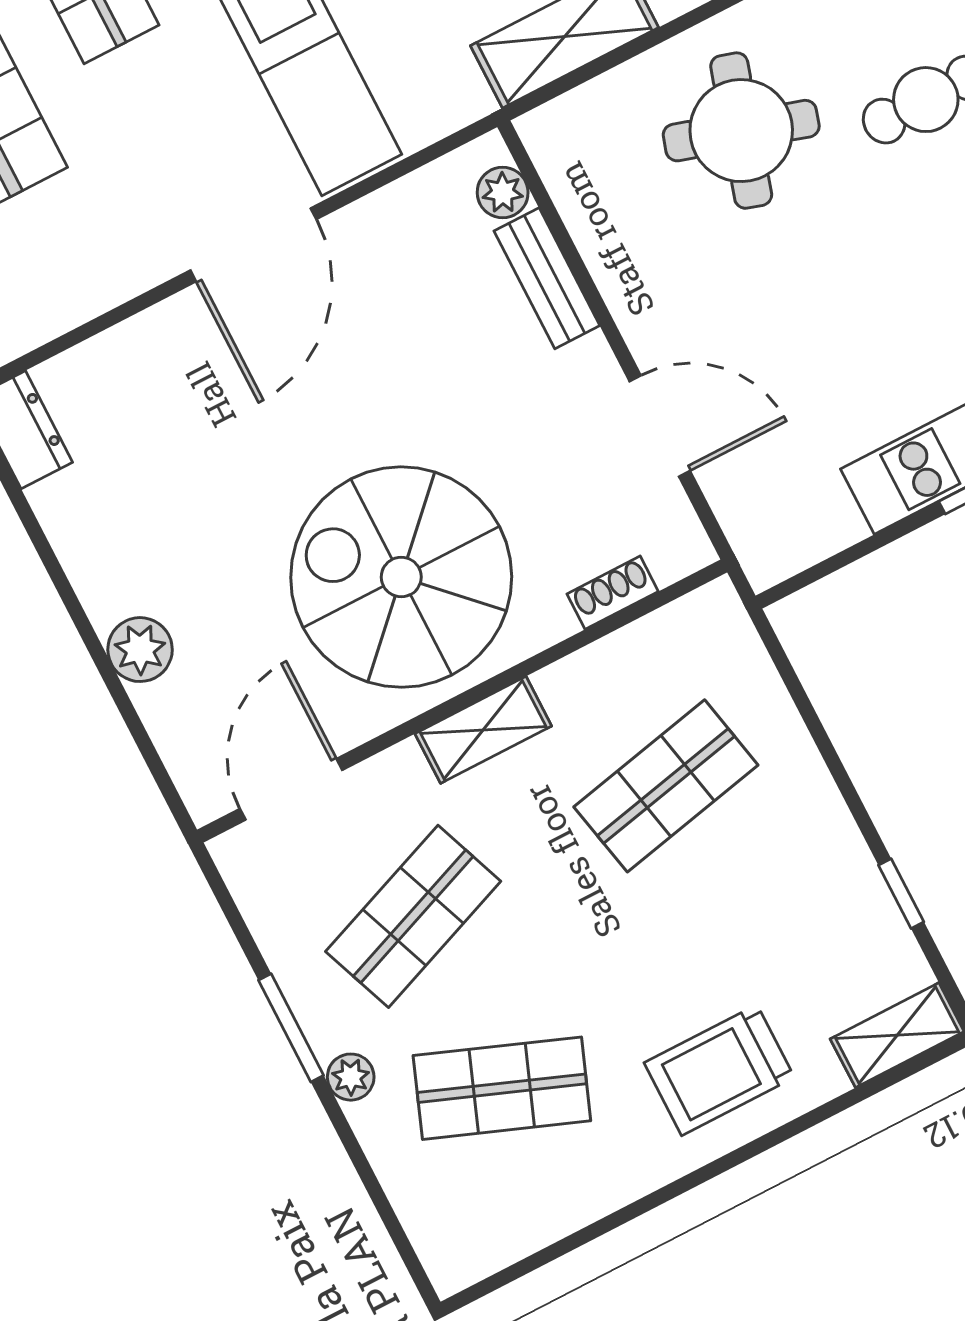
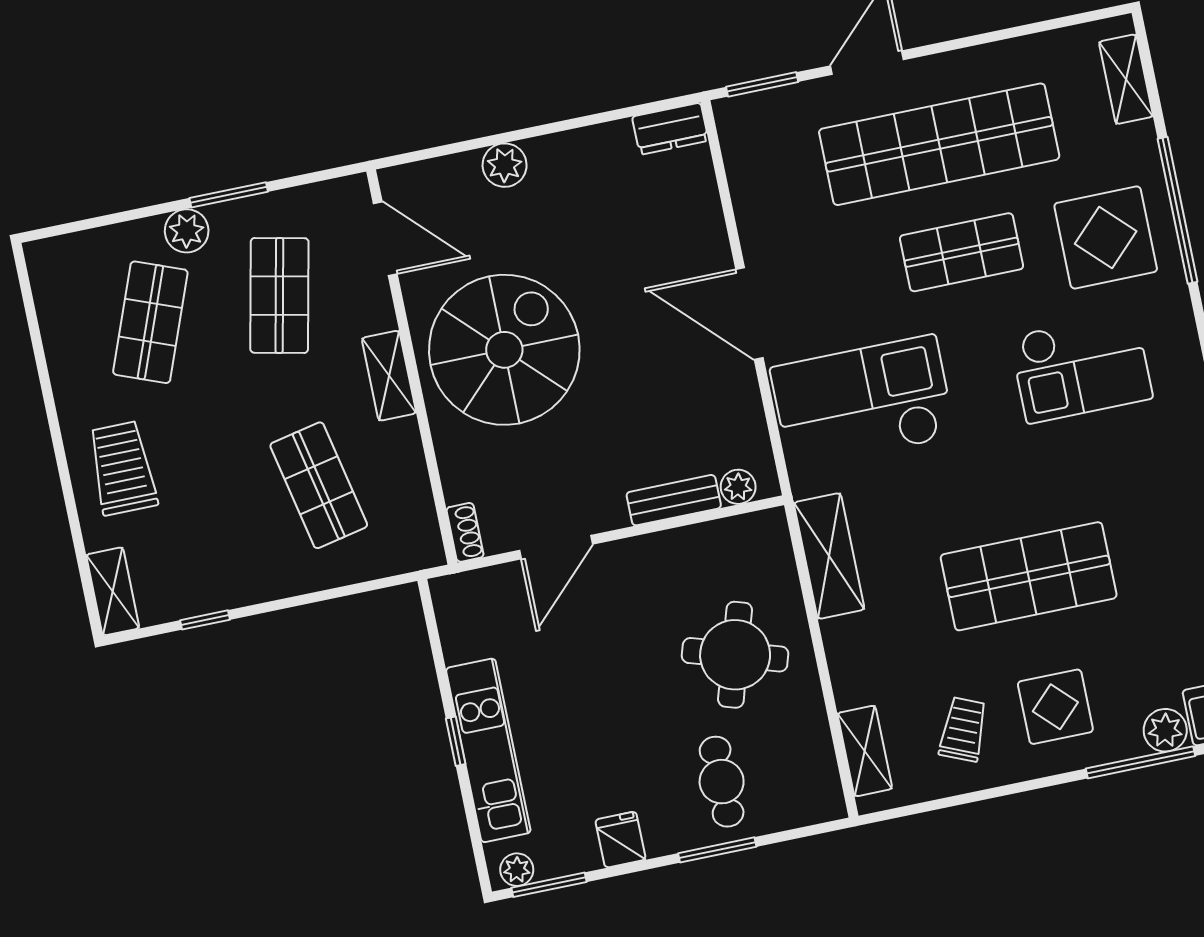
shoe rack: (613, 593) -> (465, 532), moved
shop shelf: (413, 916) -> (279, 295), turned 33
plant: (351, 1077) -> (187, 231), width x1.38, depth x1.38

